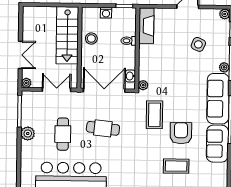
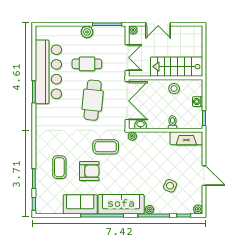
cafe table: (103, 128) -> (93, 100), width x1.37, depth x1.35

